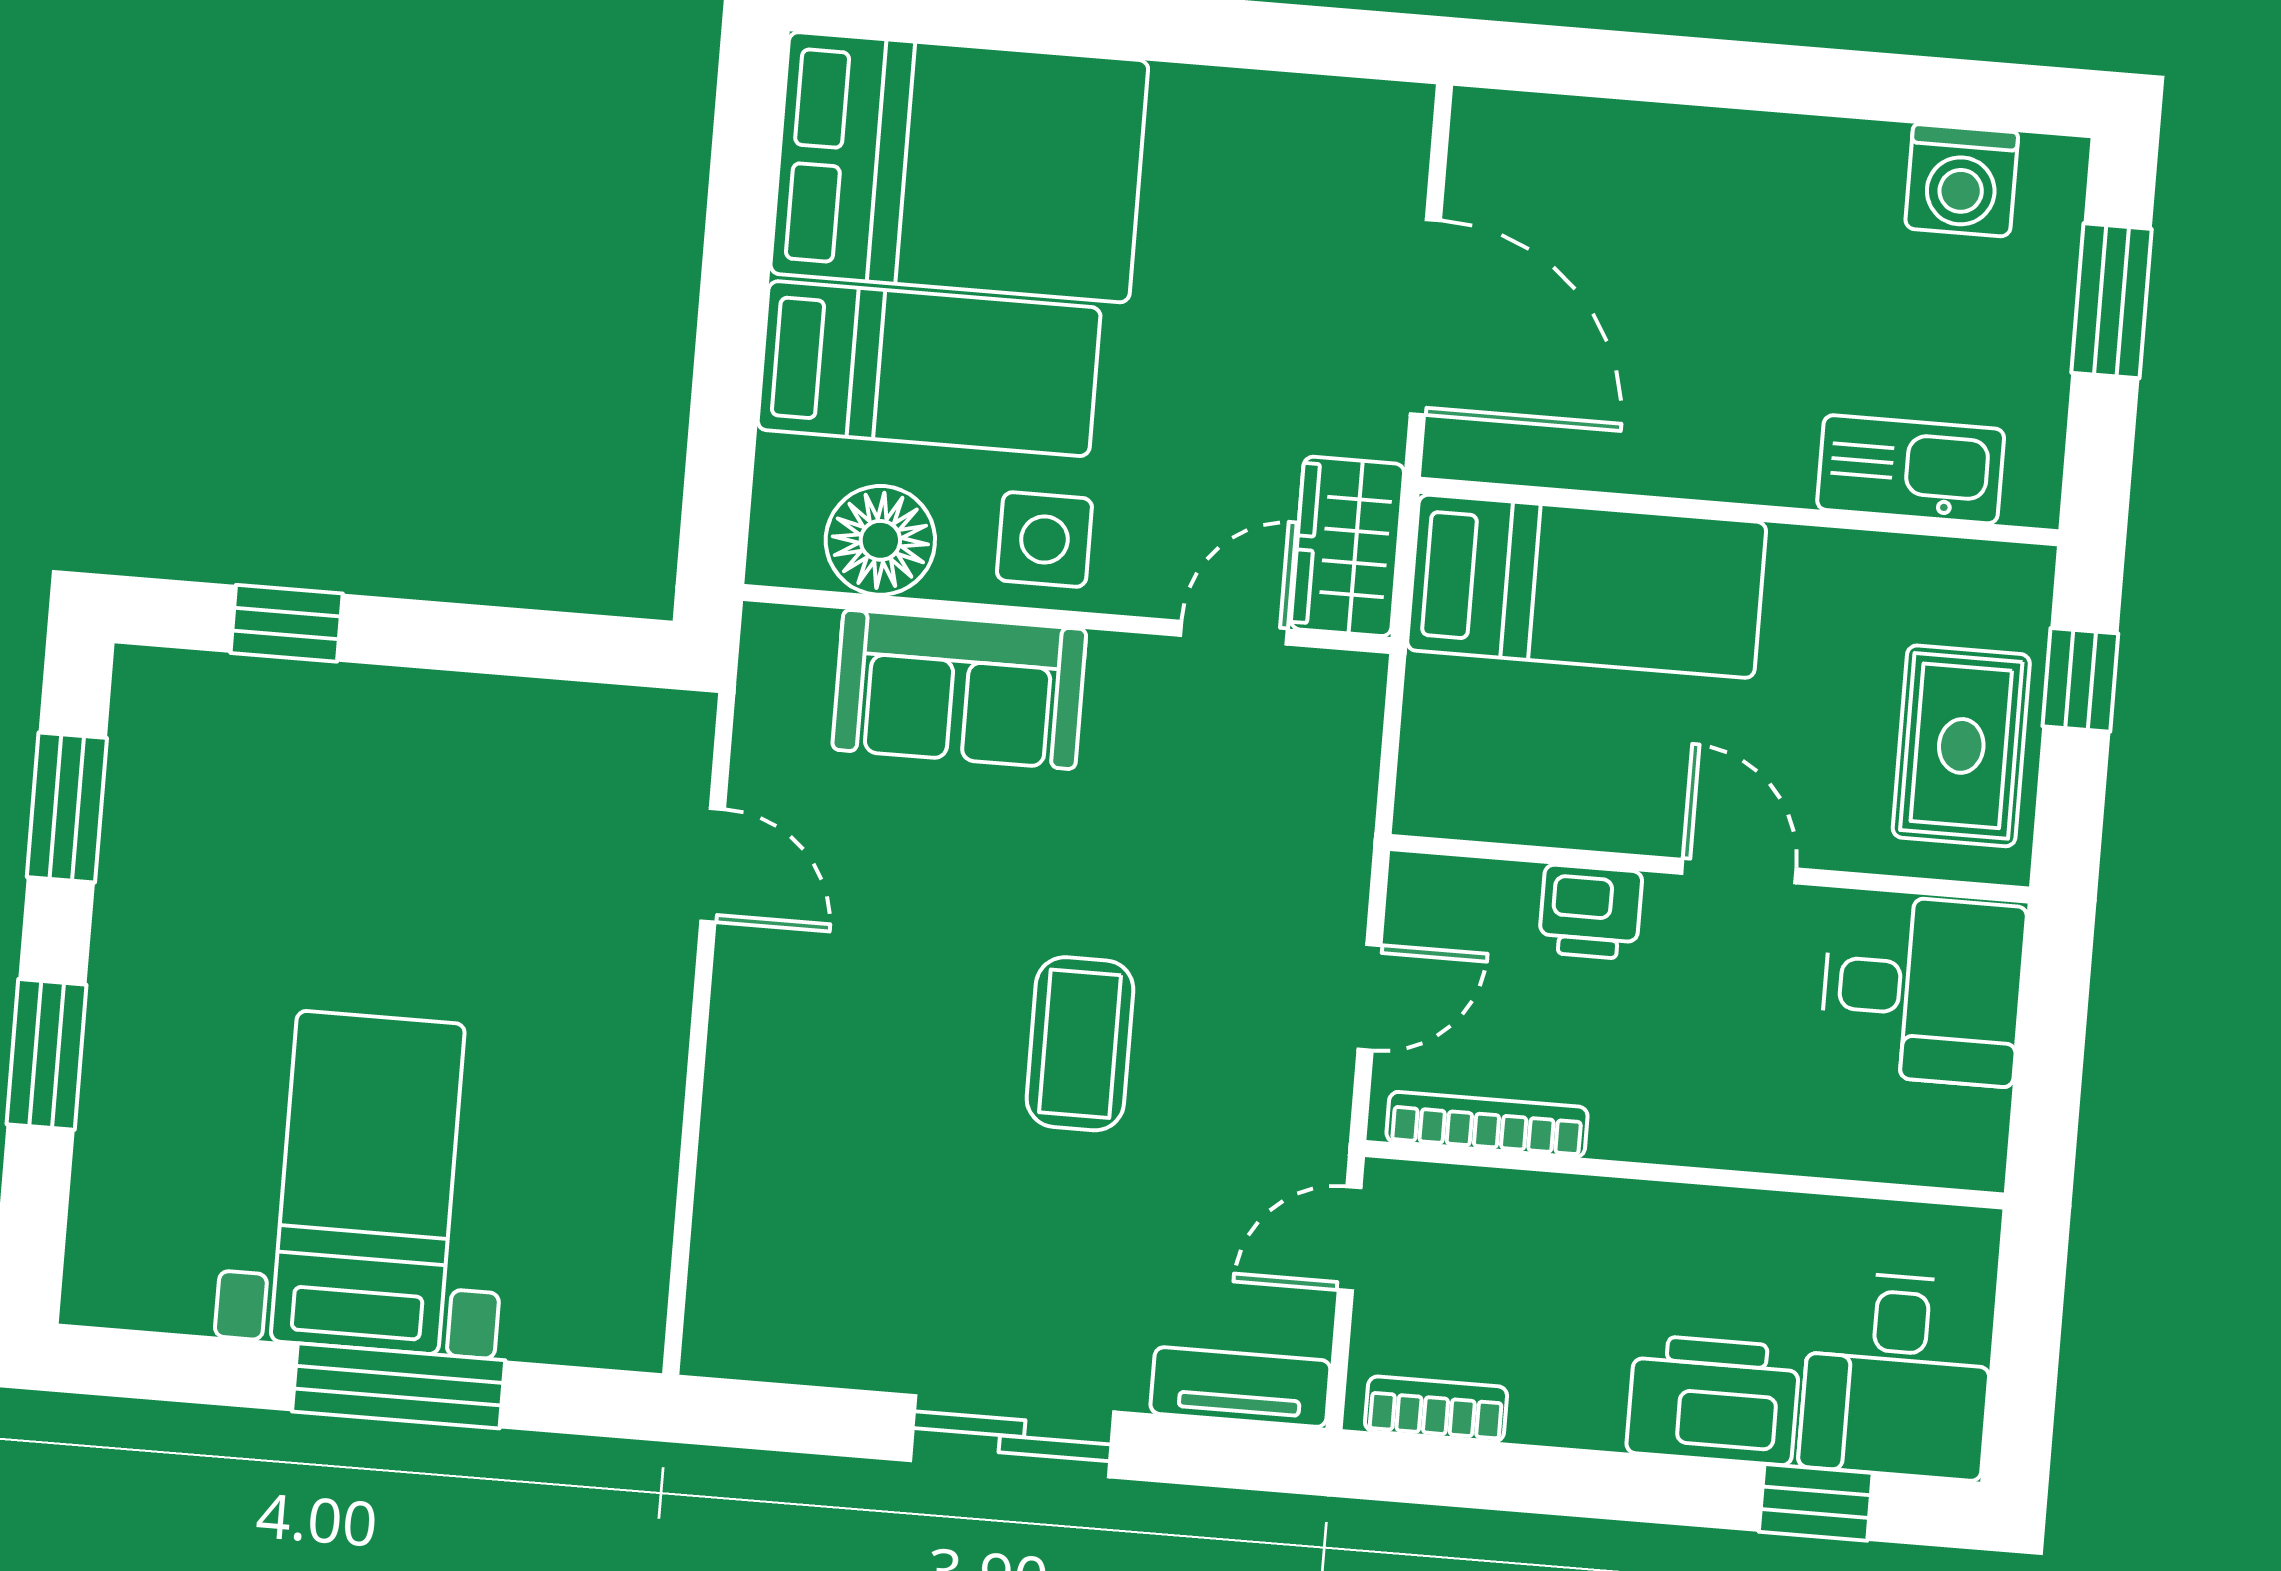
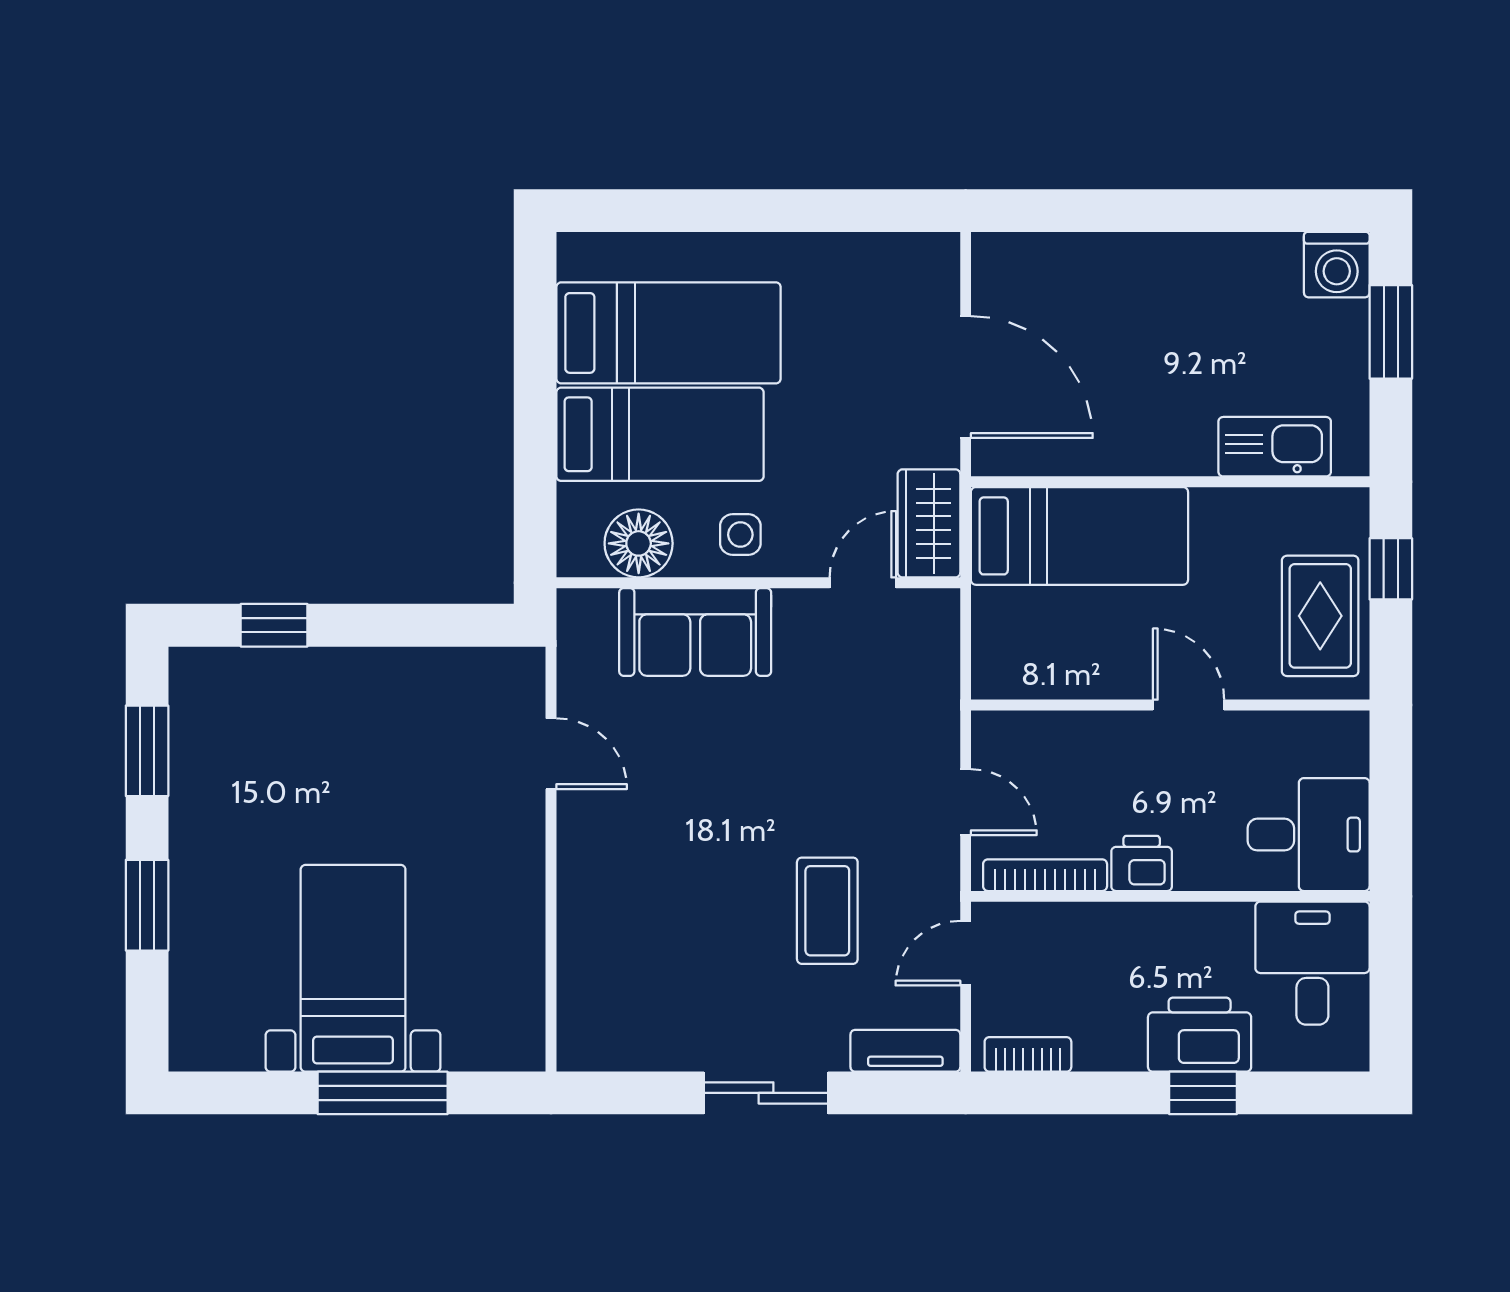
bed: (959, 167) -> (669, 333), width x0.67
washing machine: (1962, 180) -> (1337, 265), moved
side table: (1044, 539) -> (740, 535), width x0.73, depth x0.73
printer: (1590, 912) -> (1142, 863), moved, turned 180
desk: (1923, 989) -> (1309, 835), moved
door: (1369, 997) -> (966, 802), hinge flipped
coffee table: (1080, 1044) -> (827, 911), moved
desk: (1897, 1376) -> (1312, 963), moved, turned 180
window: (1816, 1502) -> (1203, 1093), moved

